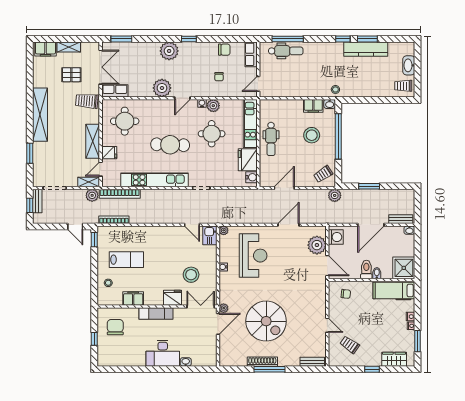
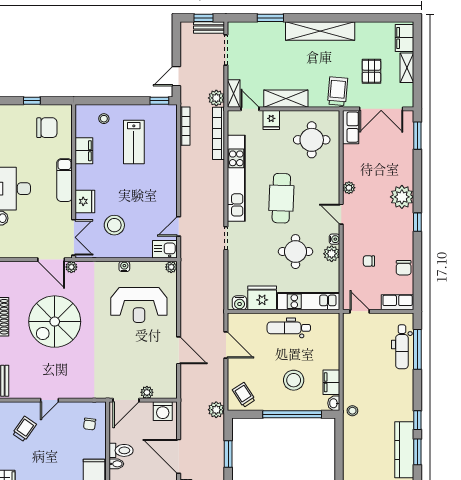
plant: (162, 88) -> (349, 188), width x0.53, depth x0.53
plant: (317, 245) -> (147, 392), width x0.53, depth x0.53

